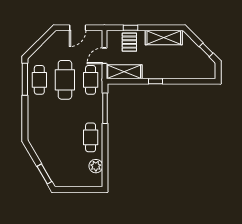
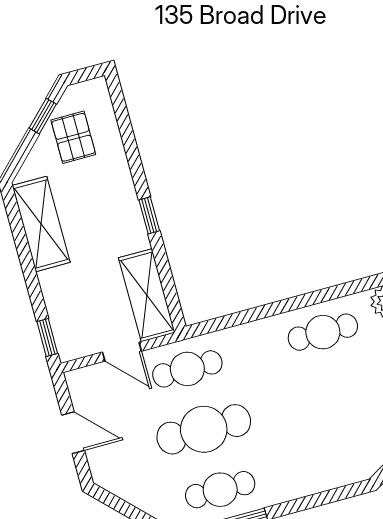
window: (131, 28) -> (47, 337), moved
pallet: (129, 42) -> (73, 137), moved, turned 90
window: (105, 108) -> (245, 317), removed

